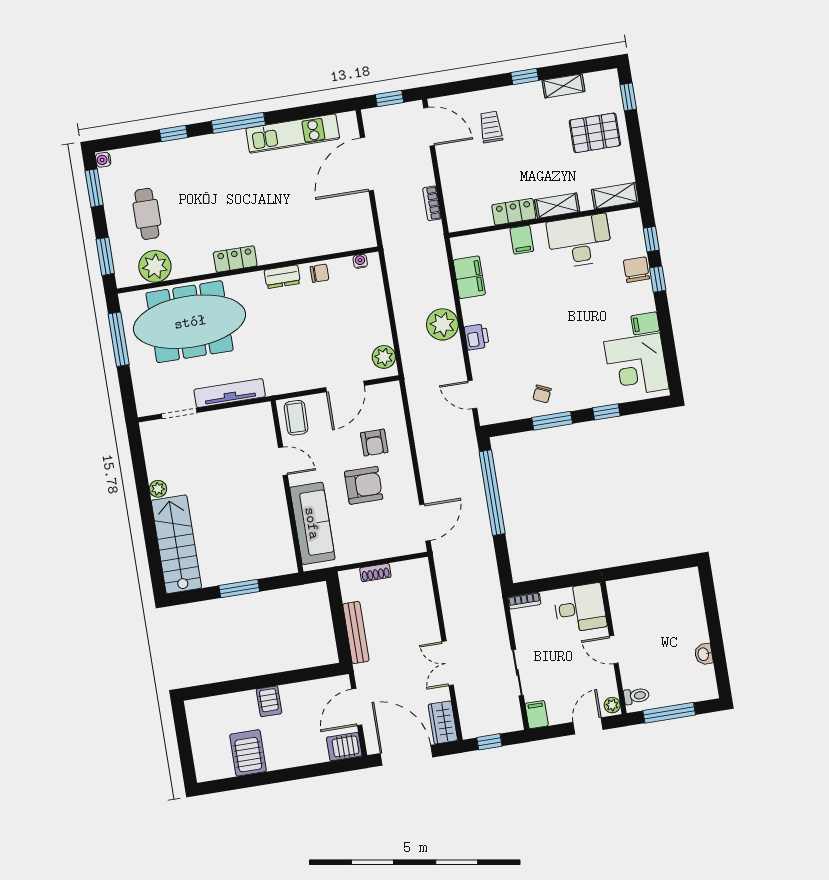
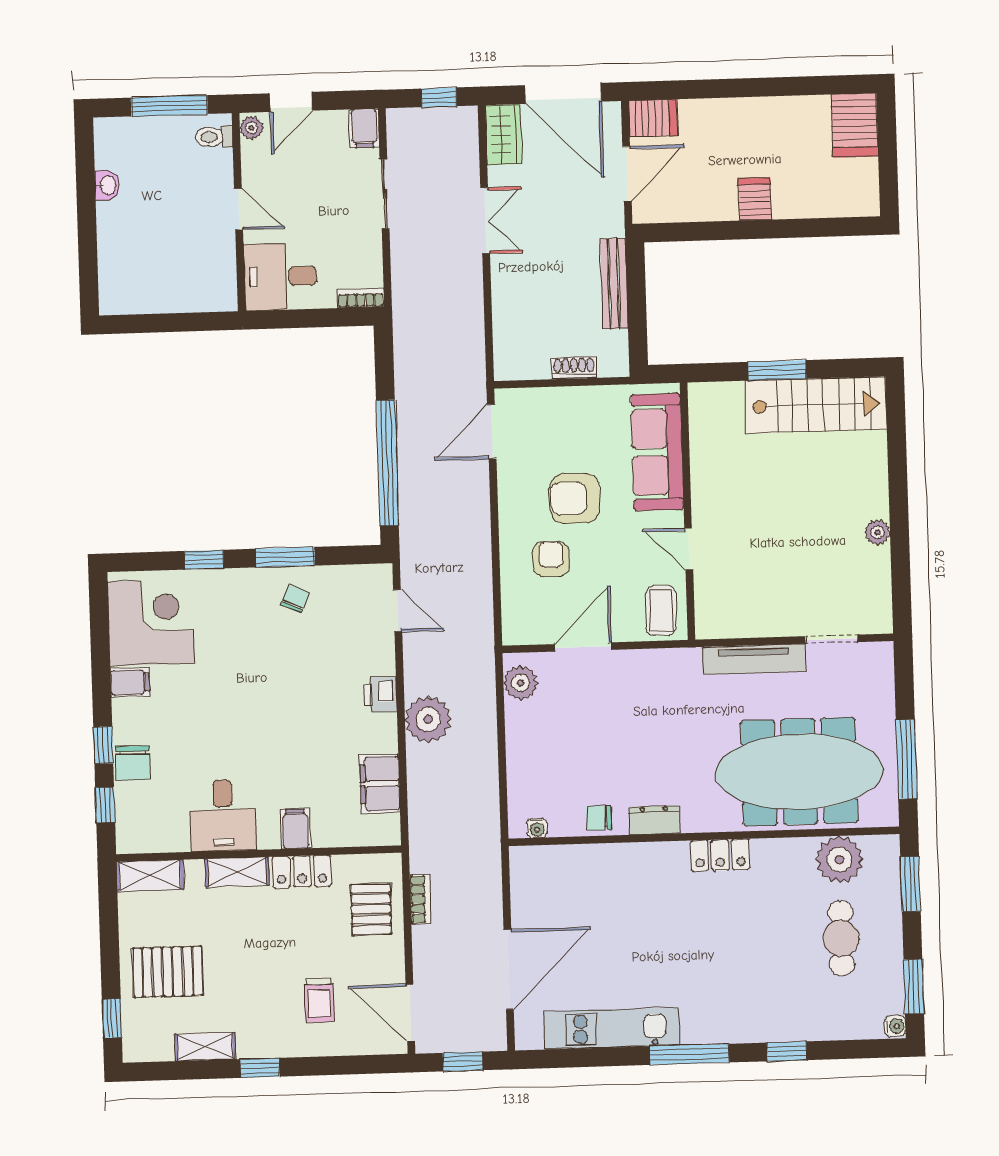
pallet: (464, 192) -> (371, 909), added
desk: (580, 241) -> (223, 815), width x0.73
stairs: (176, 544) -> (816, 405), moved, turned -90
server rack: (248, 753) -> (855, 125), moved

